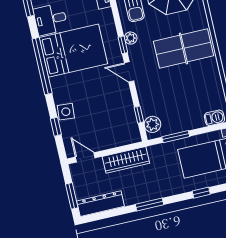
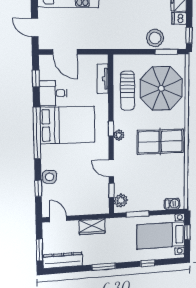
plant: (131, 38) -> (119, 135), moved
door: (129, 72) -> (111, 168), moved
wardrobe: (126, 160) -> (92, 227), width x0.67

